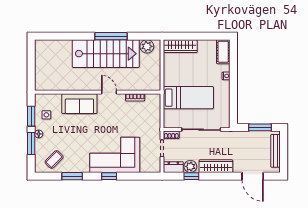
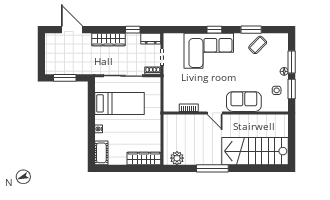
stairs: (106, 54) -> (255, 151), moved
bed: (188, 98) -> (119, 103), moved, turned 180
bench: (276, 151) -> (49, 55), removed
coffee table: (54, 159) -> (258, 45), moved
plant: (190, 166) -> (134, 39), removed

